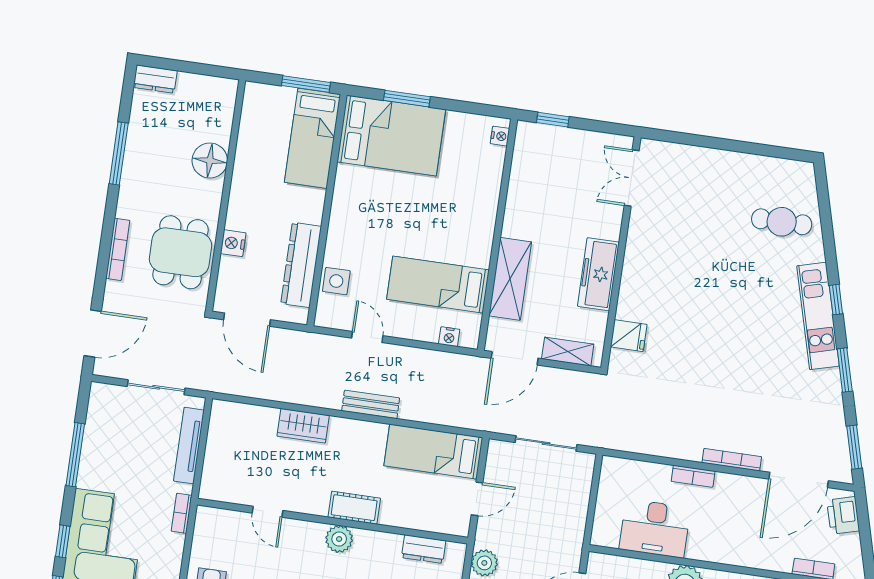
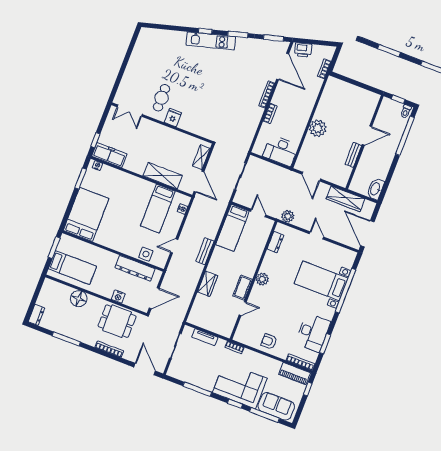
window: (407, 99) -> (81, 179), moved
bed: (313, 138) -> (72, 268), moved
cafe table: (782, 222) -> (161, 98), moved
freezer: (598, 274) -> (109, 155), moved, turned 180
fridge: (629, 336) -> (173, 118), moved
tv unit: (189, 446) -> (205, 337), width x0.71
cot: (354, 508) -> (243, 288), moved
desk: (655, 528) -> (281, 151), moved, turned 90

